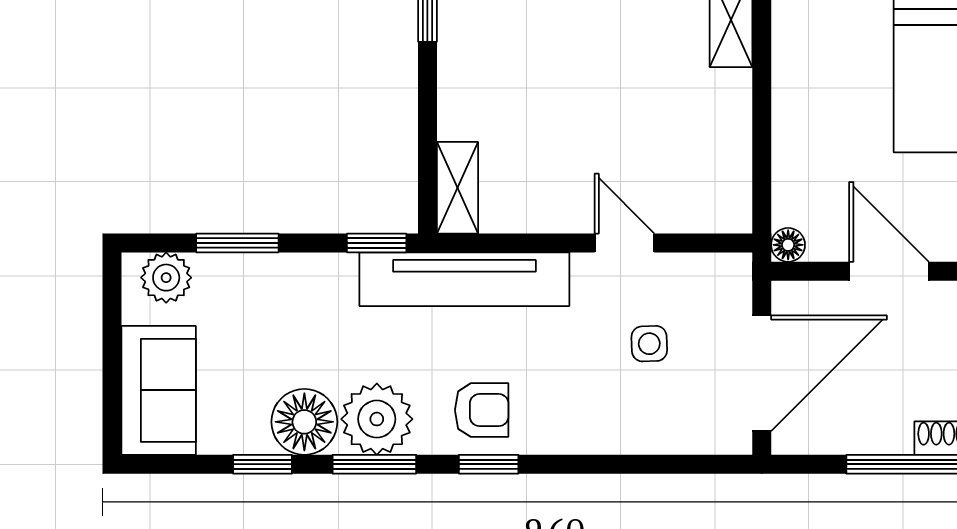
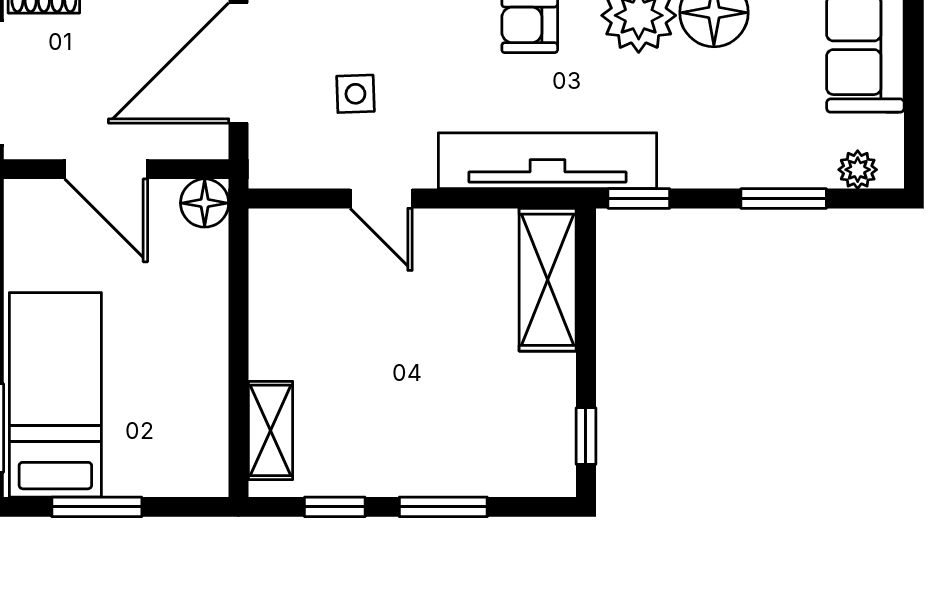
shelving: (457, 188) -> (548, 280), width x1.50, depth x1.33
floor lamp: (788, 245) -> (205, 203), width x1.37, depth x1.37
plant: (166, 278) -> (858, 170), width x0.73, depth x0.73

